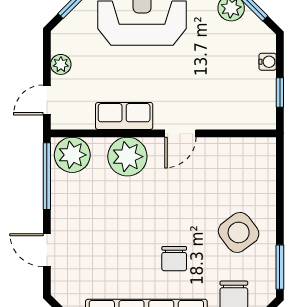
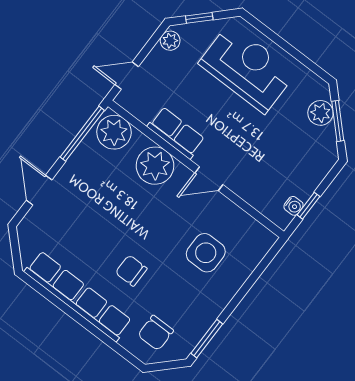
water cooler: (268, 62) -> (294, 206), moved
plant: (61, 64) -> (170, 41), moved
side table: (239, 232) -> (206, 253), moved, turned 37
chair: (174, 259) -> (131, 271), turned 90

